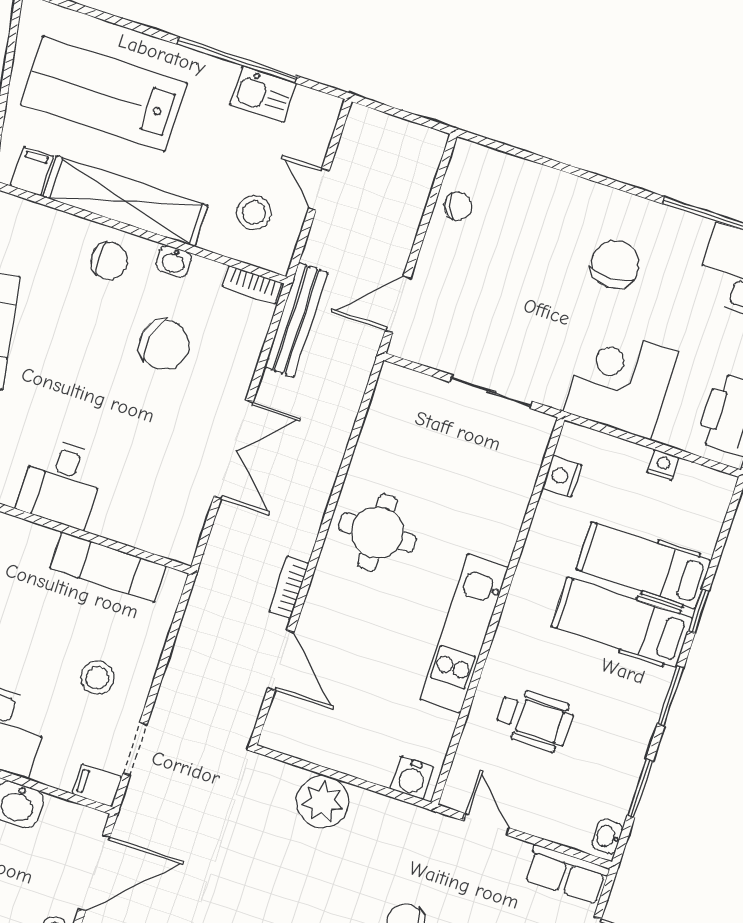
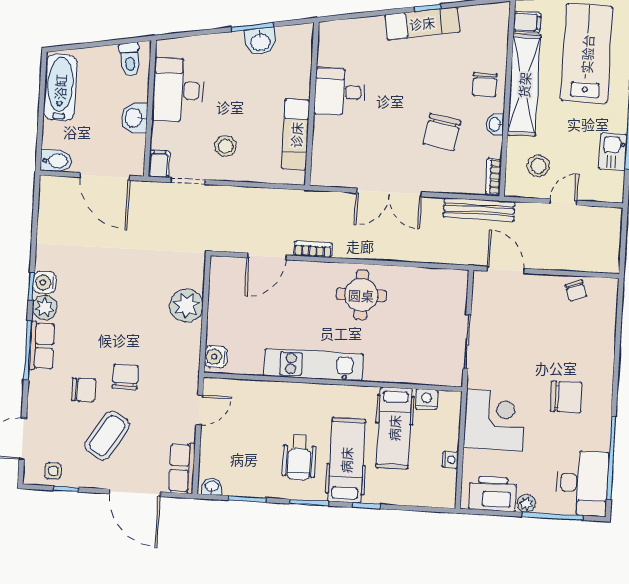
hospital bed: (643, 565) -> (394, 428), moved, turned 180
wheelchair: (535, 720) -> (299, 458), moved

